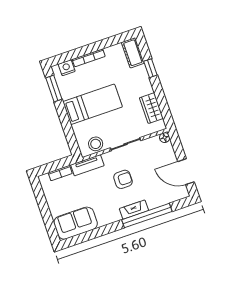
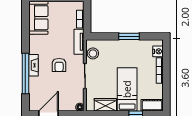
window: (54, 88) -> (129, 36), moved
bed: (93, 104) -> (127, 89), moved, turned 180

